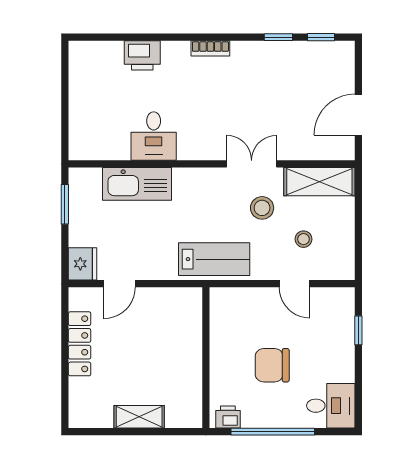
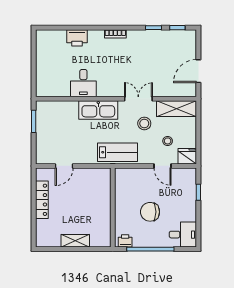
kitchen sink: (137, 184) -> (98, 110), moved
fridge: (82, 264) -> (187, 156), moved, turned -90

